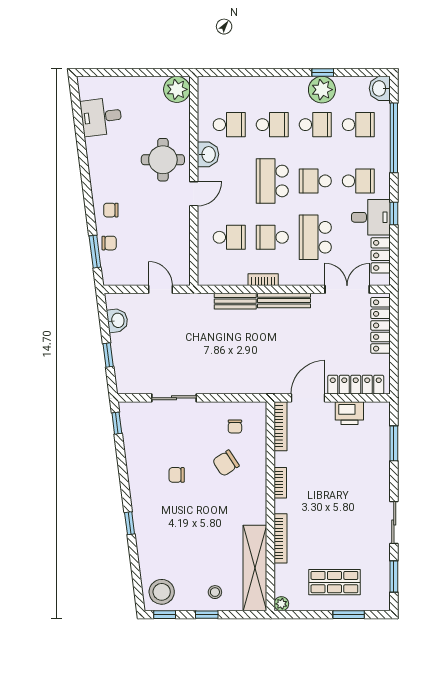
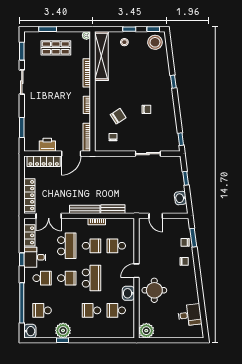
school desk: (315, 125) -> (67, 310), removed
school desk: (358, 181) -> (42, 278), turned 180

